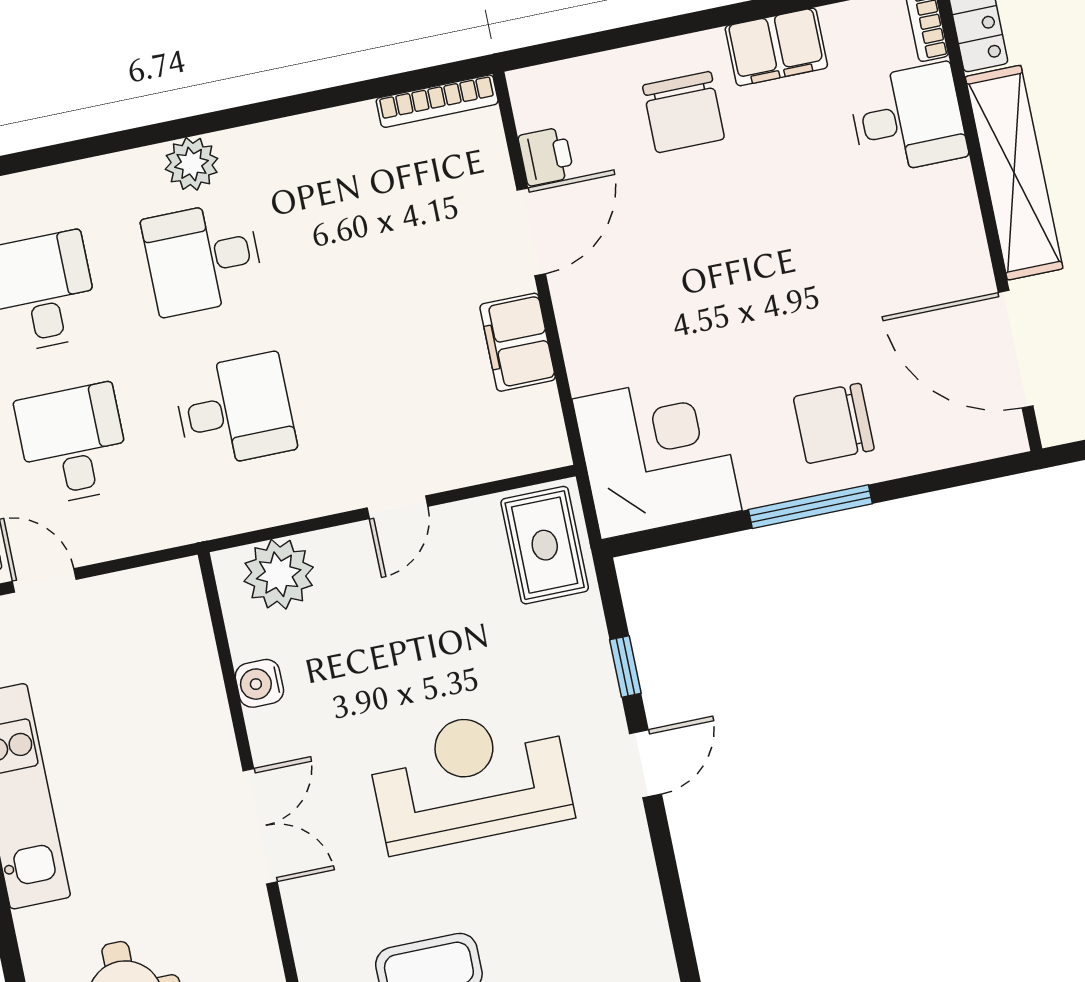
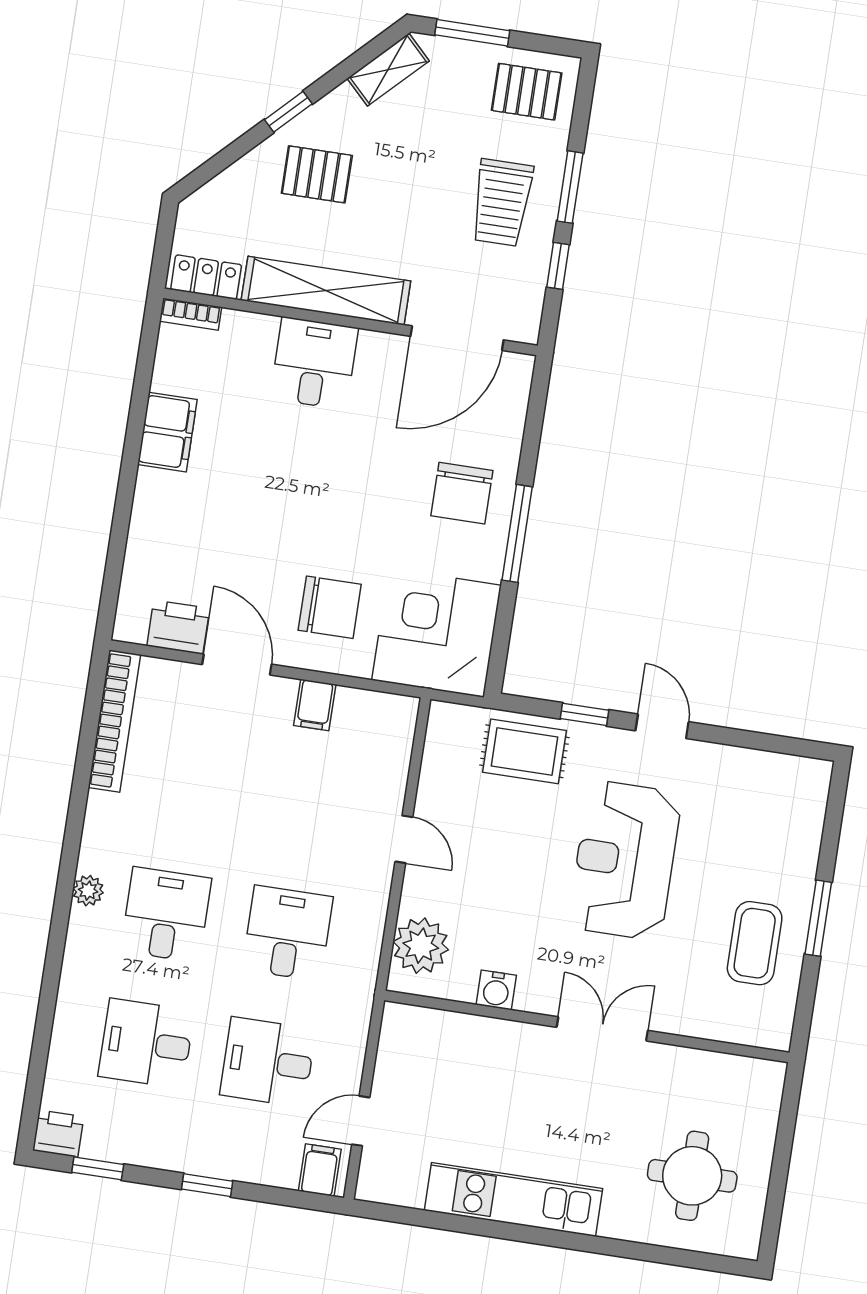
bookcase: (437, 101) -> (114, 721), width x1.48, depth x1.31
chair: (684, 112) -> (330, 607), moved
desk: (908, 119) -> (314, 363), moved
printer: (546, 156) -> (178, 627), width x1.36, depth x1.24
plant: (192, 164) -> (88, 891), width x0.73, depth x0.73
desk: (203, 258) -> (166, 915), turned 180
filing cabinet: (518, 342) -> (315, 705), width x0.50
rug: (545, 545) -> (524, 751), moved

